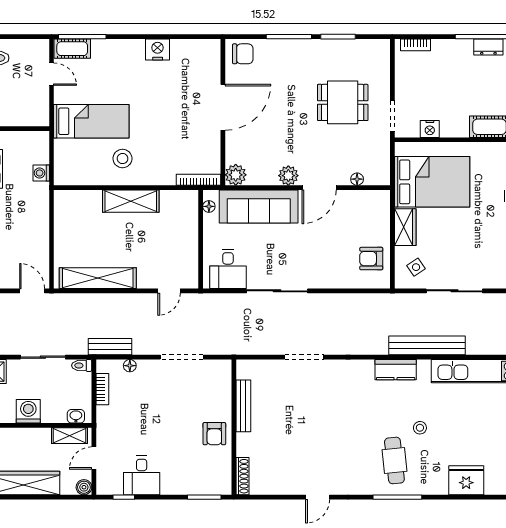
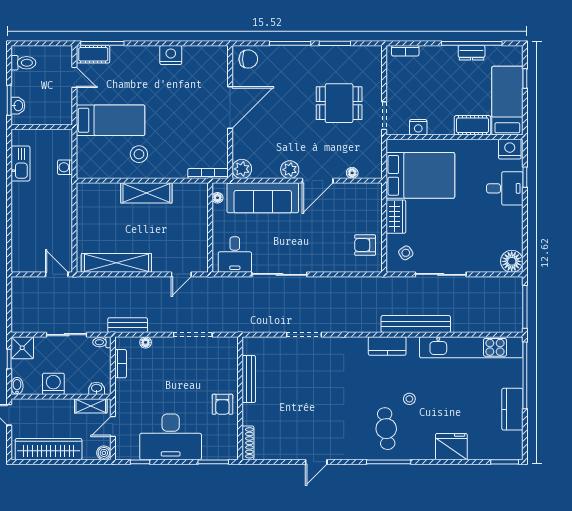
desk: (142, 475) -> (171, 437), width x1.87, depth x1.30

